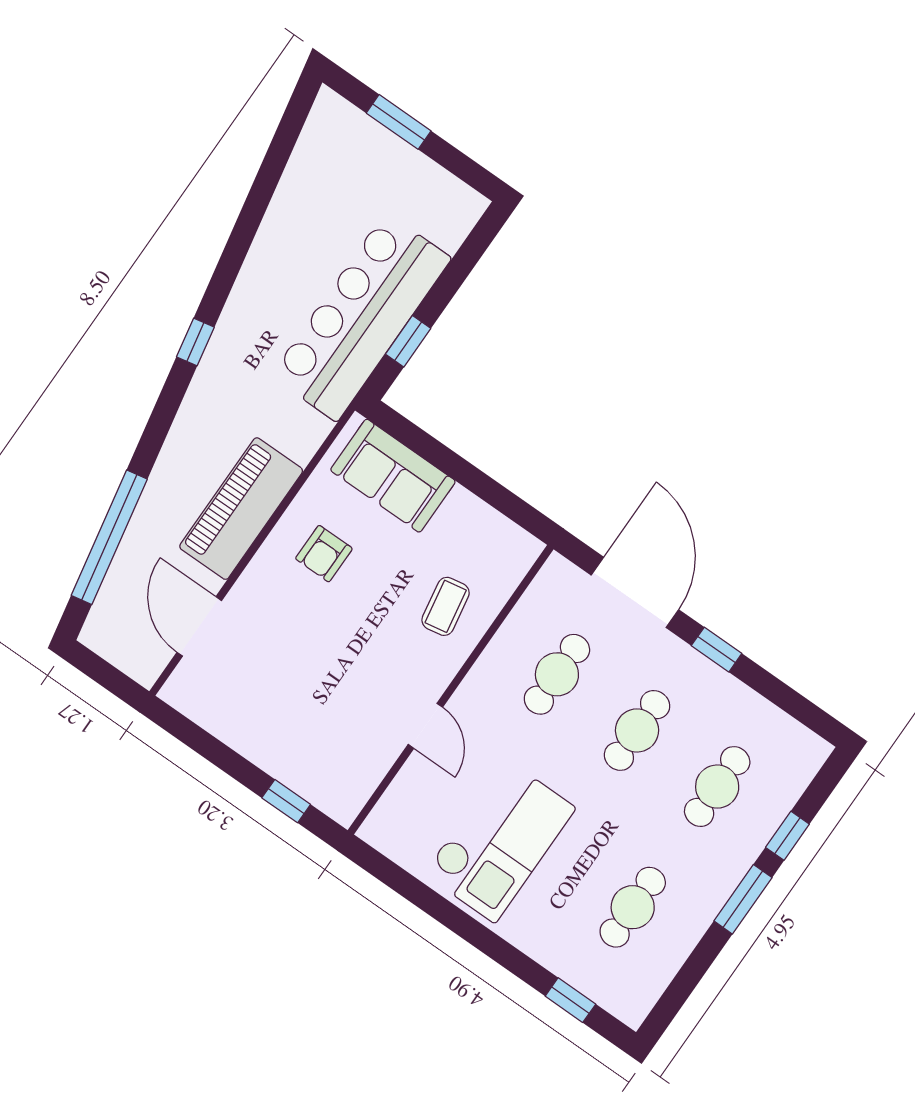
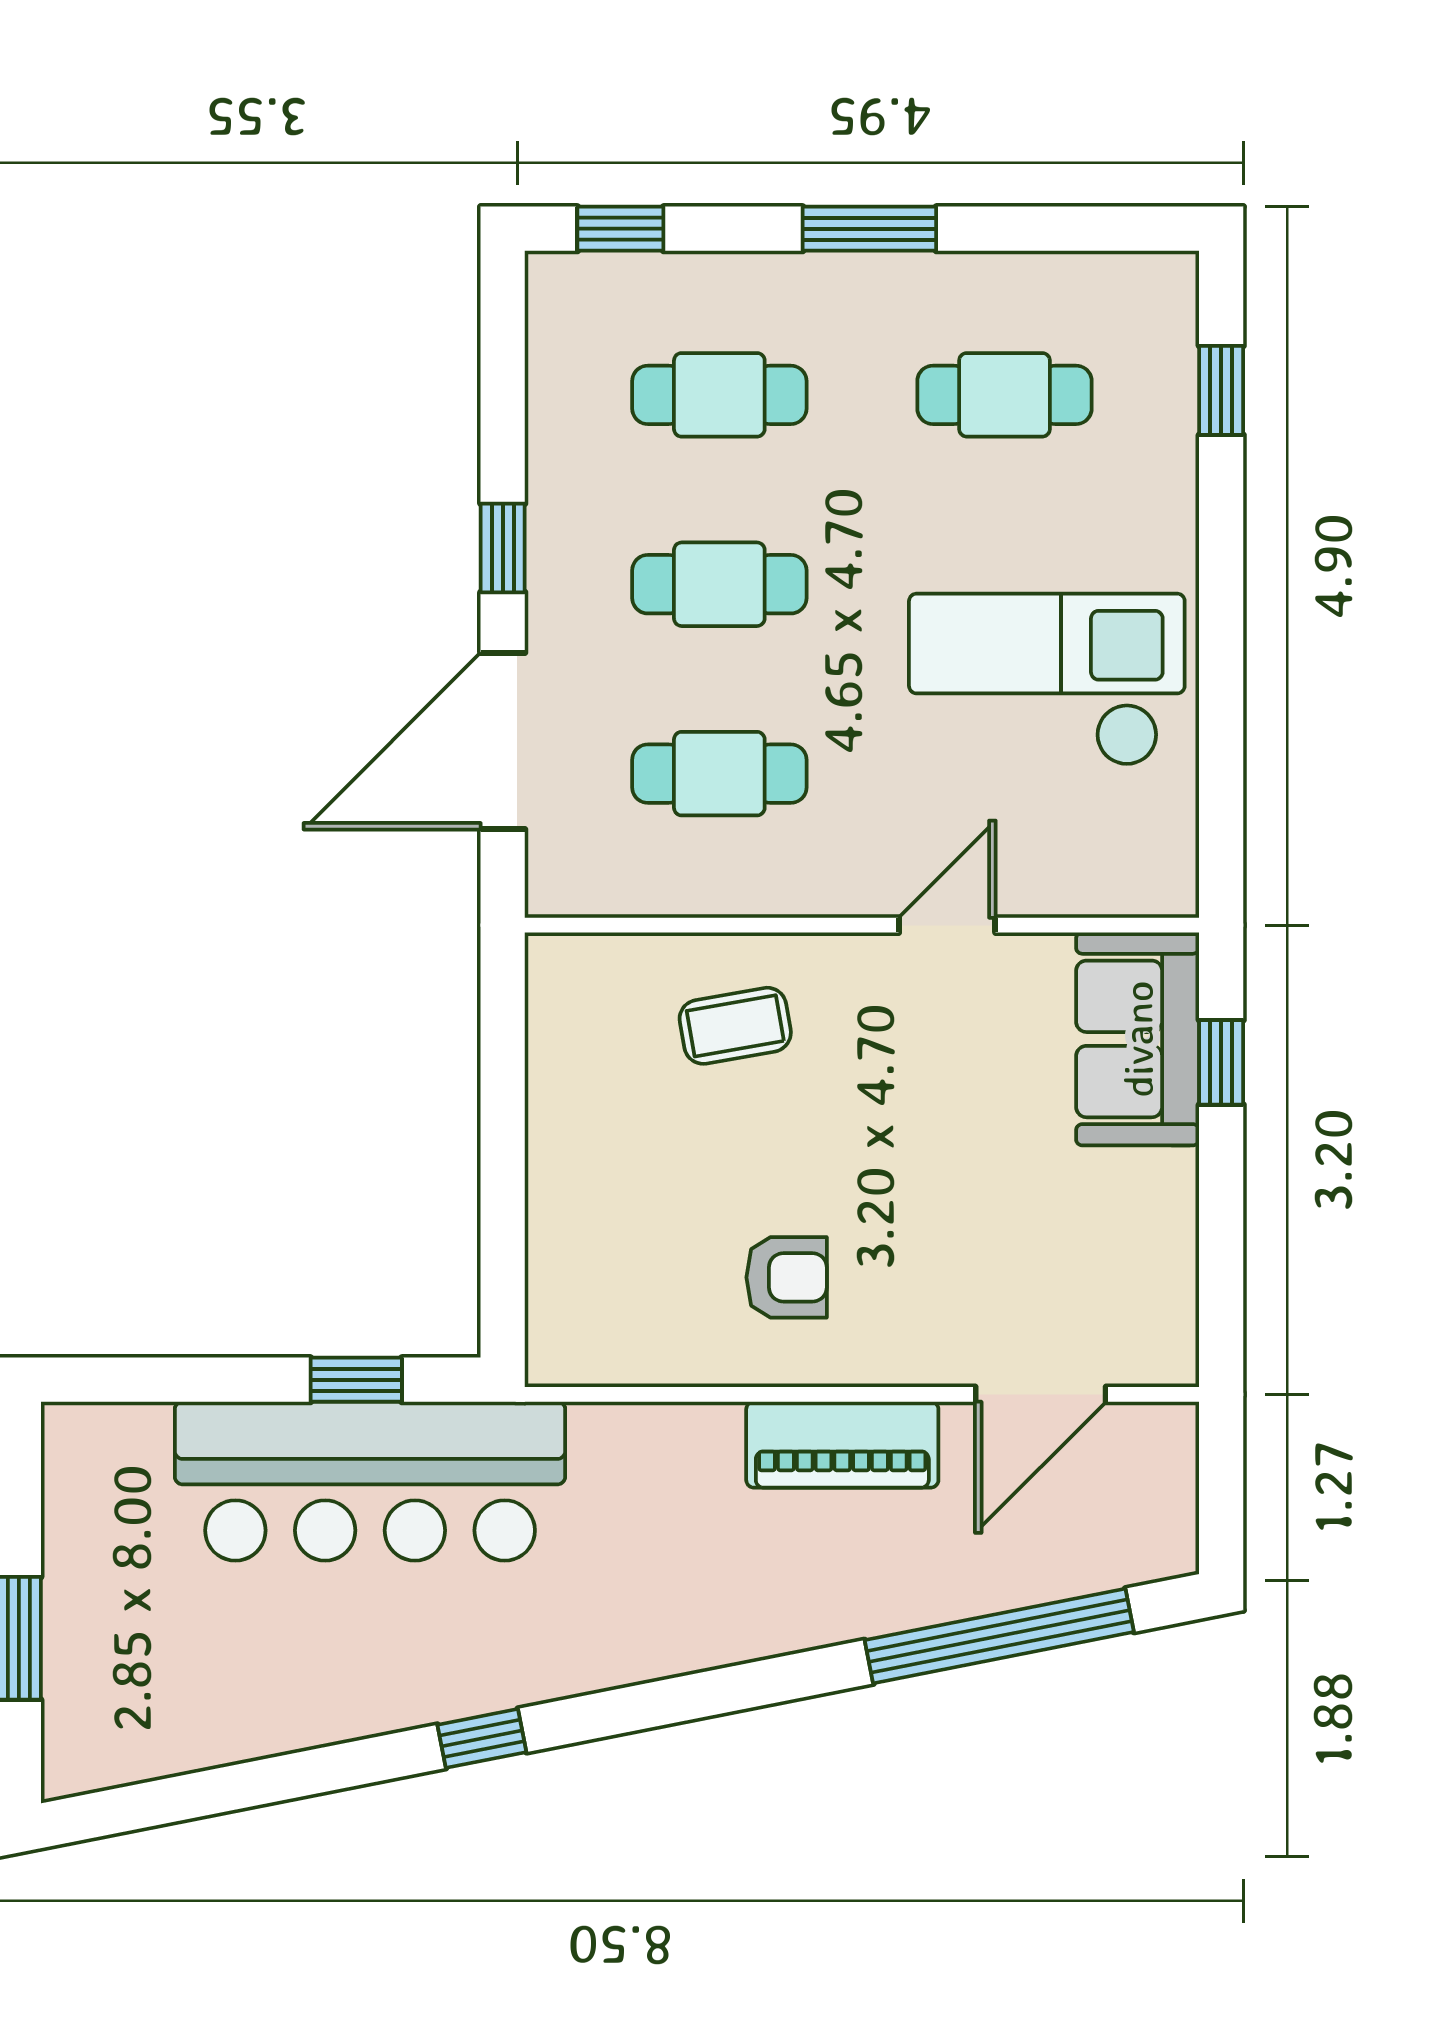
window: (195, 342) -> (482, 1738), moved
sofa: (393, 476) -> (1138, 1039), moved, turned 180
piano: (241, 509) -> (842, 1445), width x0.73, depth x0.75
window: (787, 836) -> (620, 229), moved

